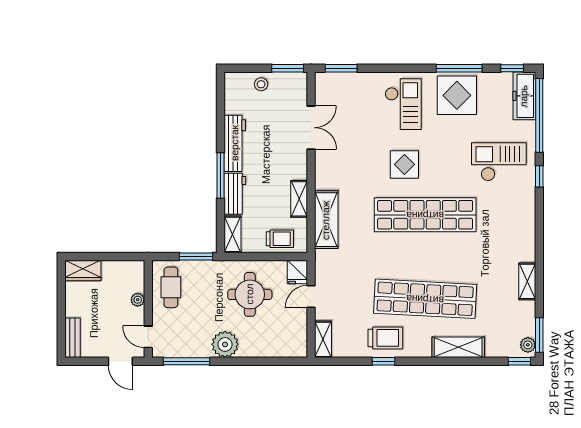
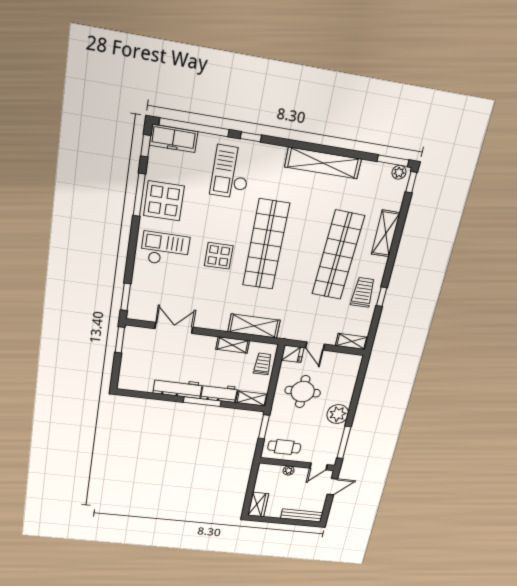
stool: (261, 84) -> (131, 362), removed
shelving: (527, 281) -> (323, 163), width x2.20, depth x1.33
bench: (73, 338) -> (302, 515), width x1.36

